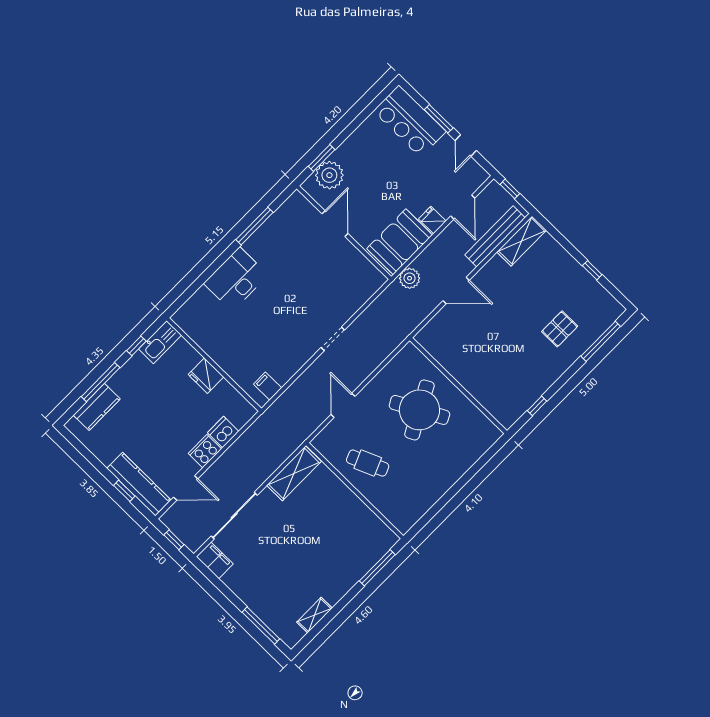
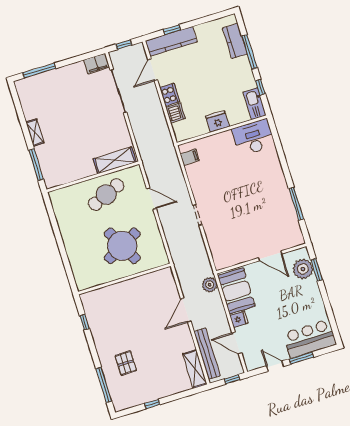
desk: (236, 279) -> (253, 137), moved, turned -90
cafe table: (368, 463) -> (106, 195), width x1.37, depth x1.35
shelving: (294, 473) -> (115, 160), moved, turned 90
shelving: (315, 615) -> (35, 132), moved

